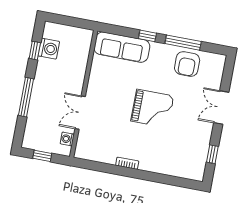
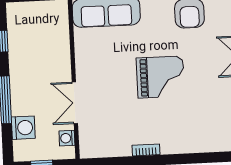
washing machine: (49, 49) -> (23, 128), moved

